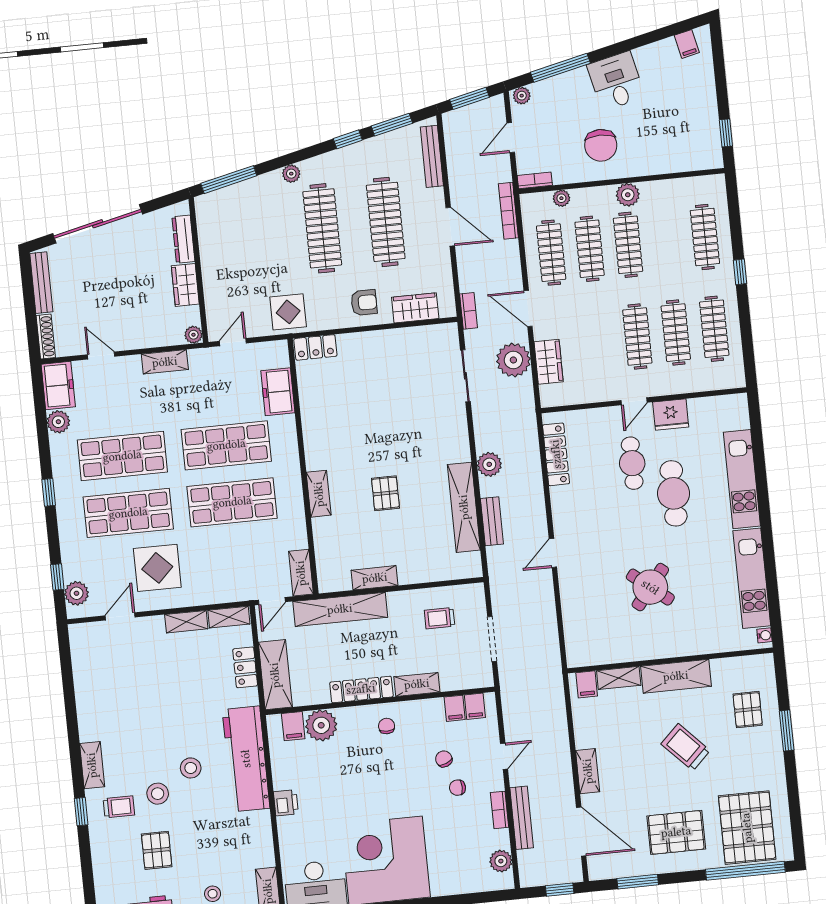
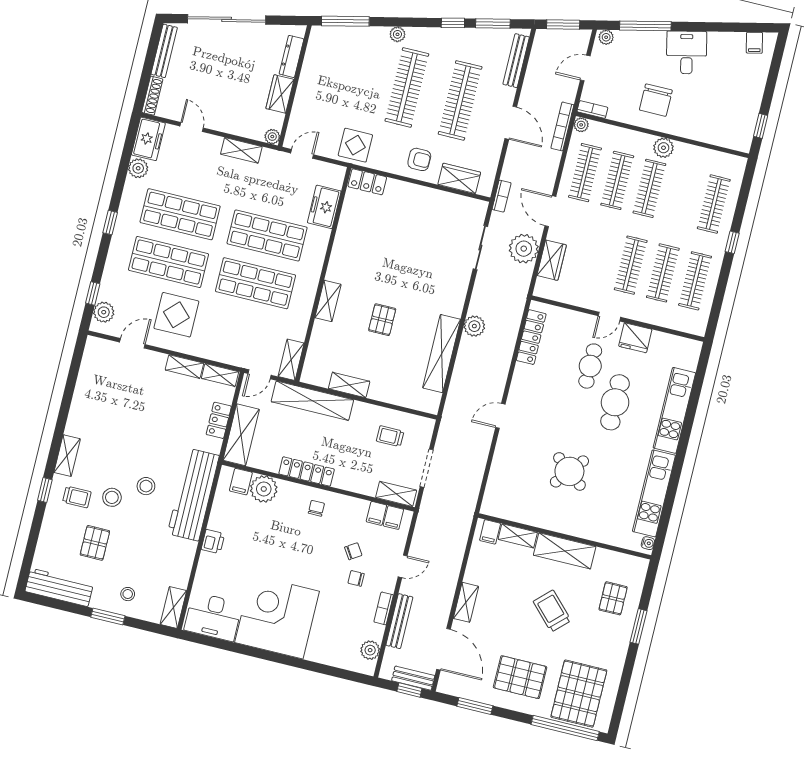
plant: (561, 198) -> (581, 125), moved
bench: (492, 521) -> (413, 678), moved, turned 90
shelving: (417, 684) -> (396, 494), moved
chair: (444, 759) -> (353, 551), turned 79

